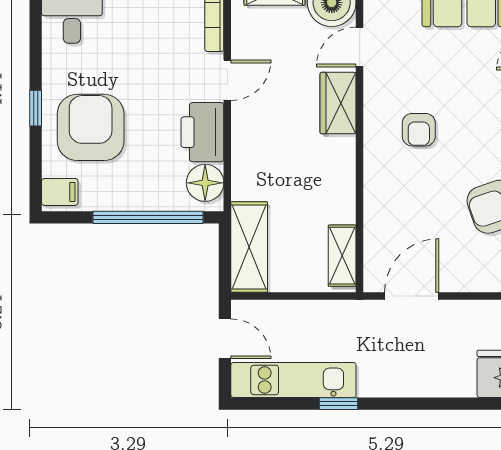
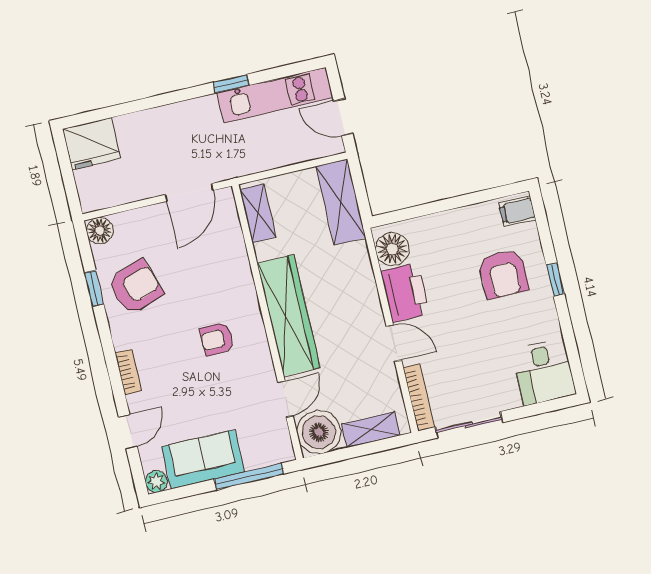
door: (227, 80) -> (394, 343), swing flipped
wardrobe: (338, 103) -> (288, 315), width x2.10, depth x1.17
armchair: (91, 127) -> (503, 274), width x0.73, depth x0.73
armchair: (419, 130) -> (217, 339), turned -92
window: (148, 217) -> (435, 207), removed

